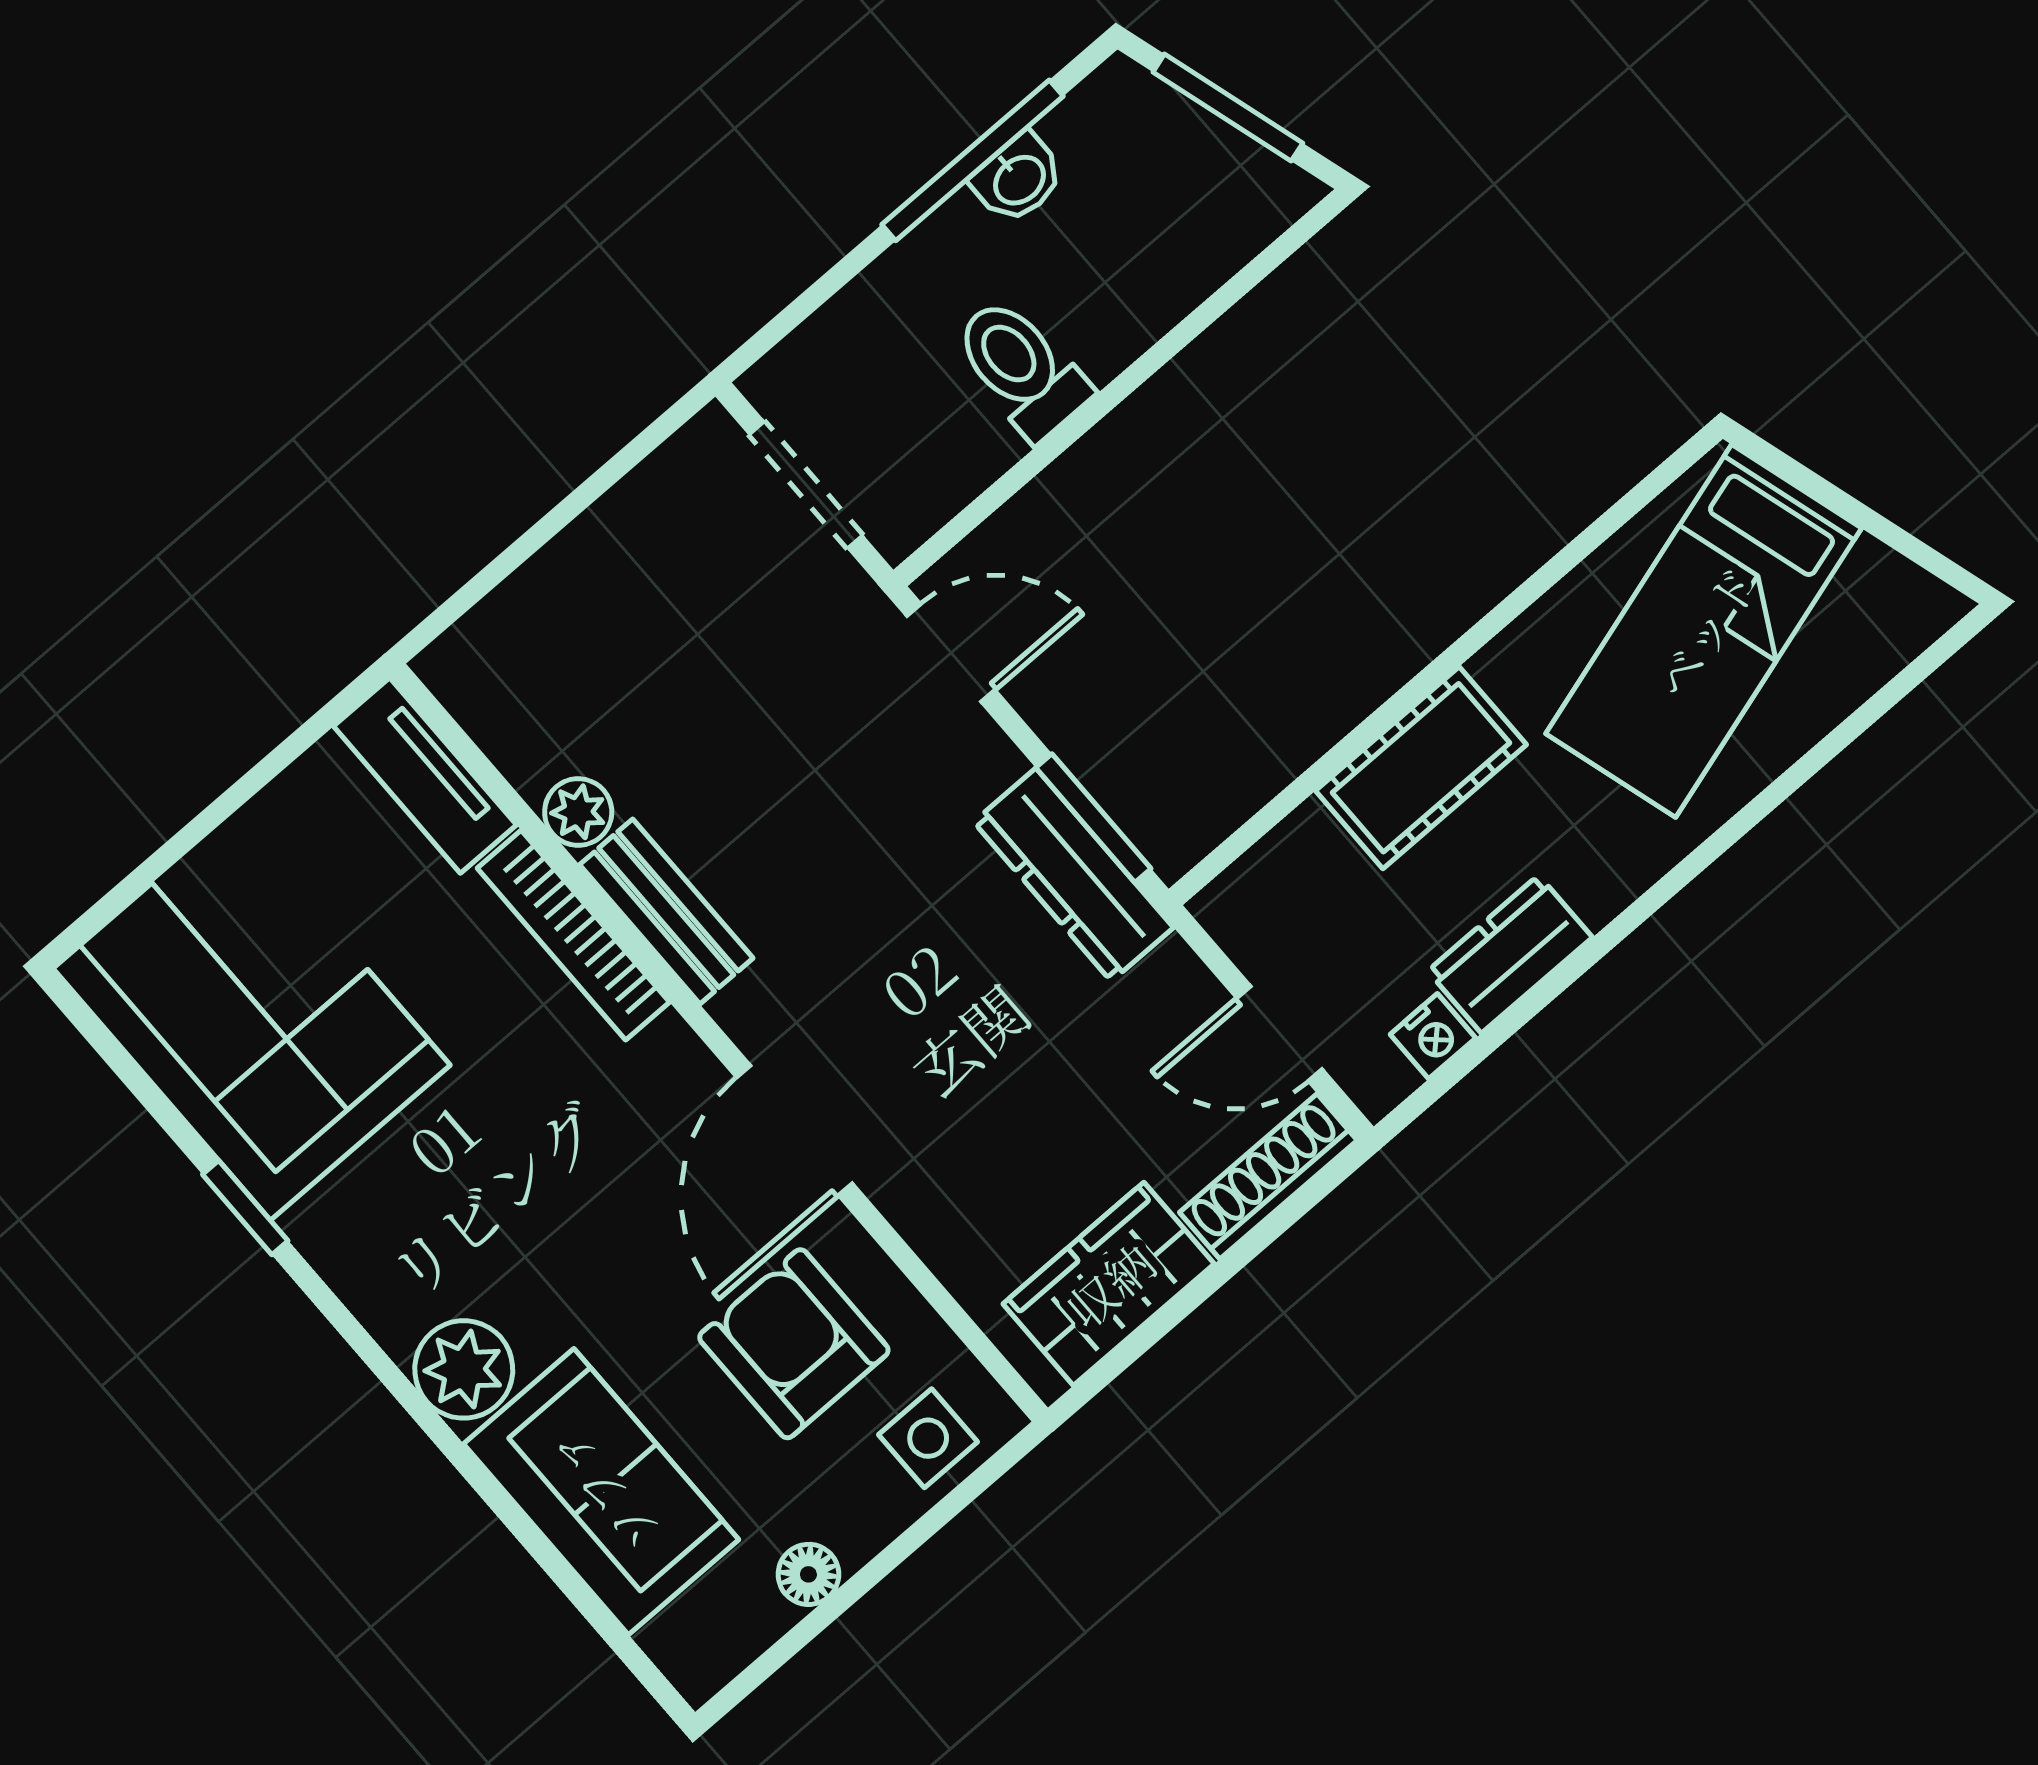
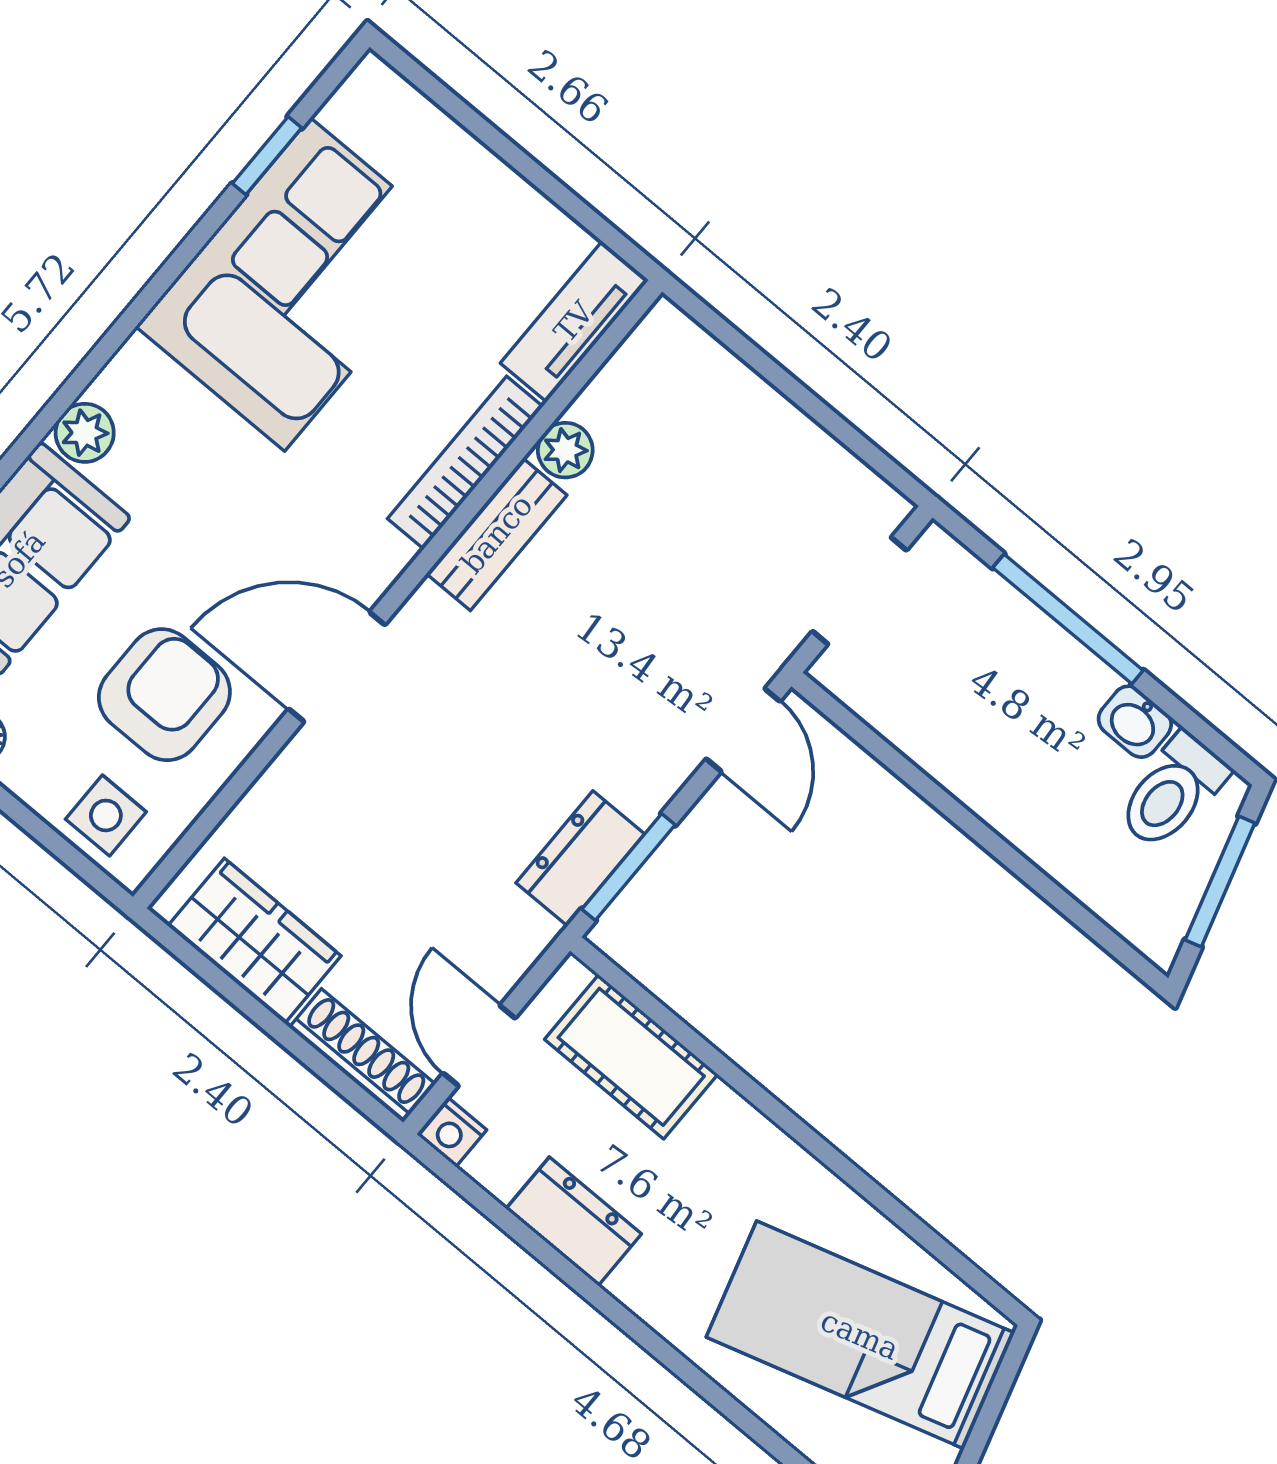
window: (972, 160) -> (1068, 619), moved
toilet: (1021, 368) -> (1172, 791), moved, turned 180
cot: (1421, 768) -> (631, 1057), moved
dresser: (1074, 875) -> (580, 858), width x0.70
corner sofa: (252, 1017) -> (297, 284), moved
nightstand: (1433, 1036) -> (452, 1132), moved
window: (245, 1208) -> (267, 156), moved
plant: (464, 1369) -> (85, 433), width x0.73, depth x0.73

